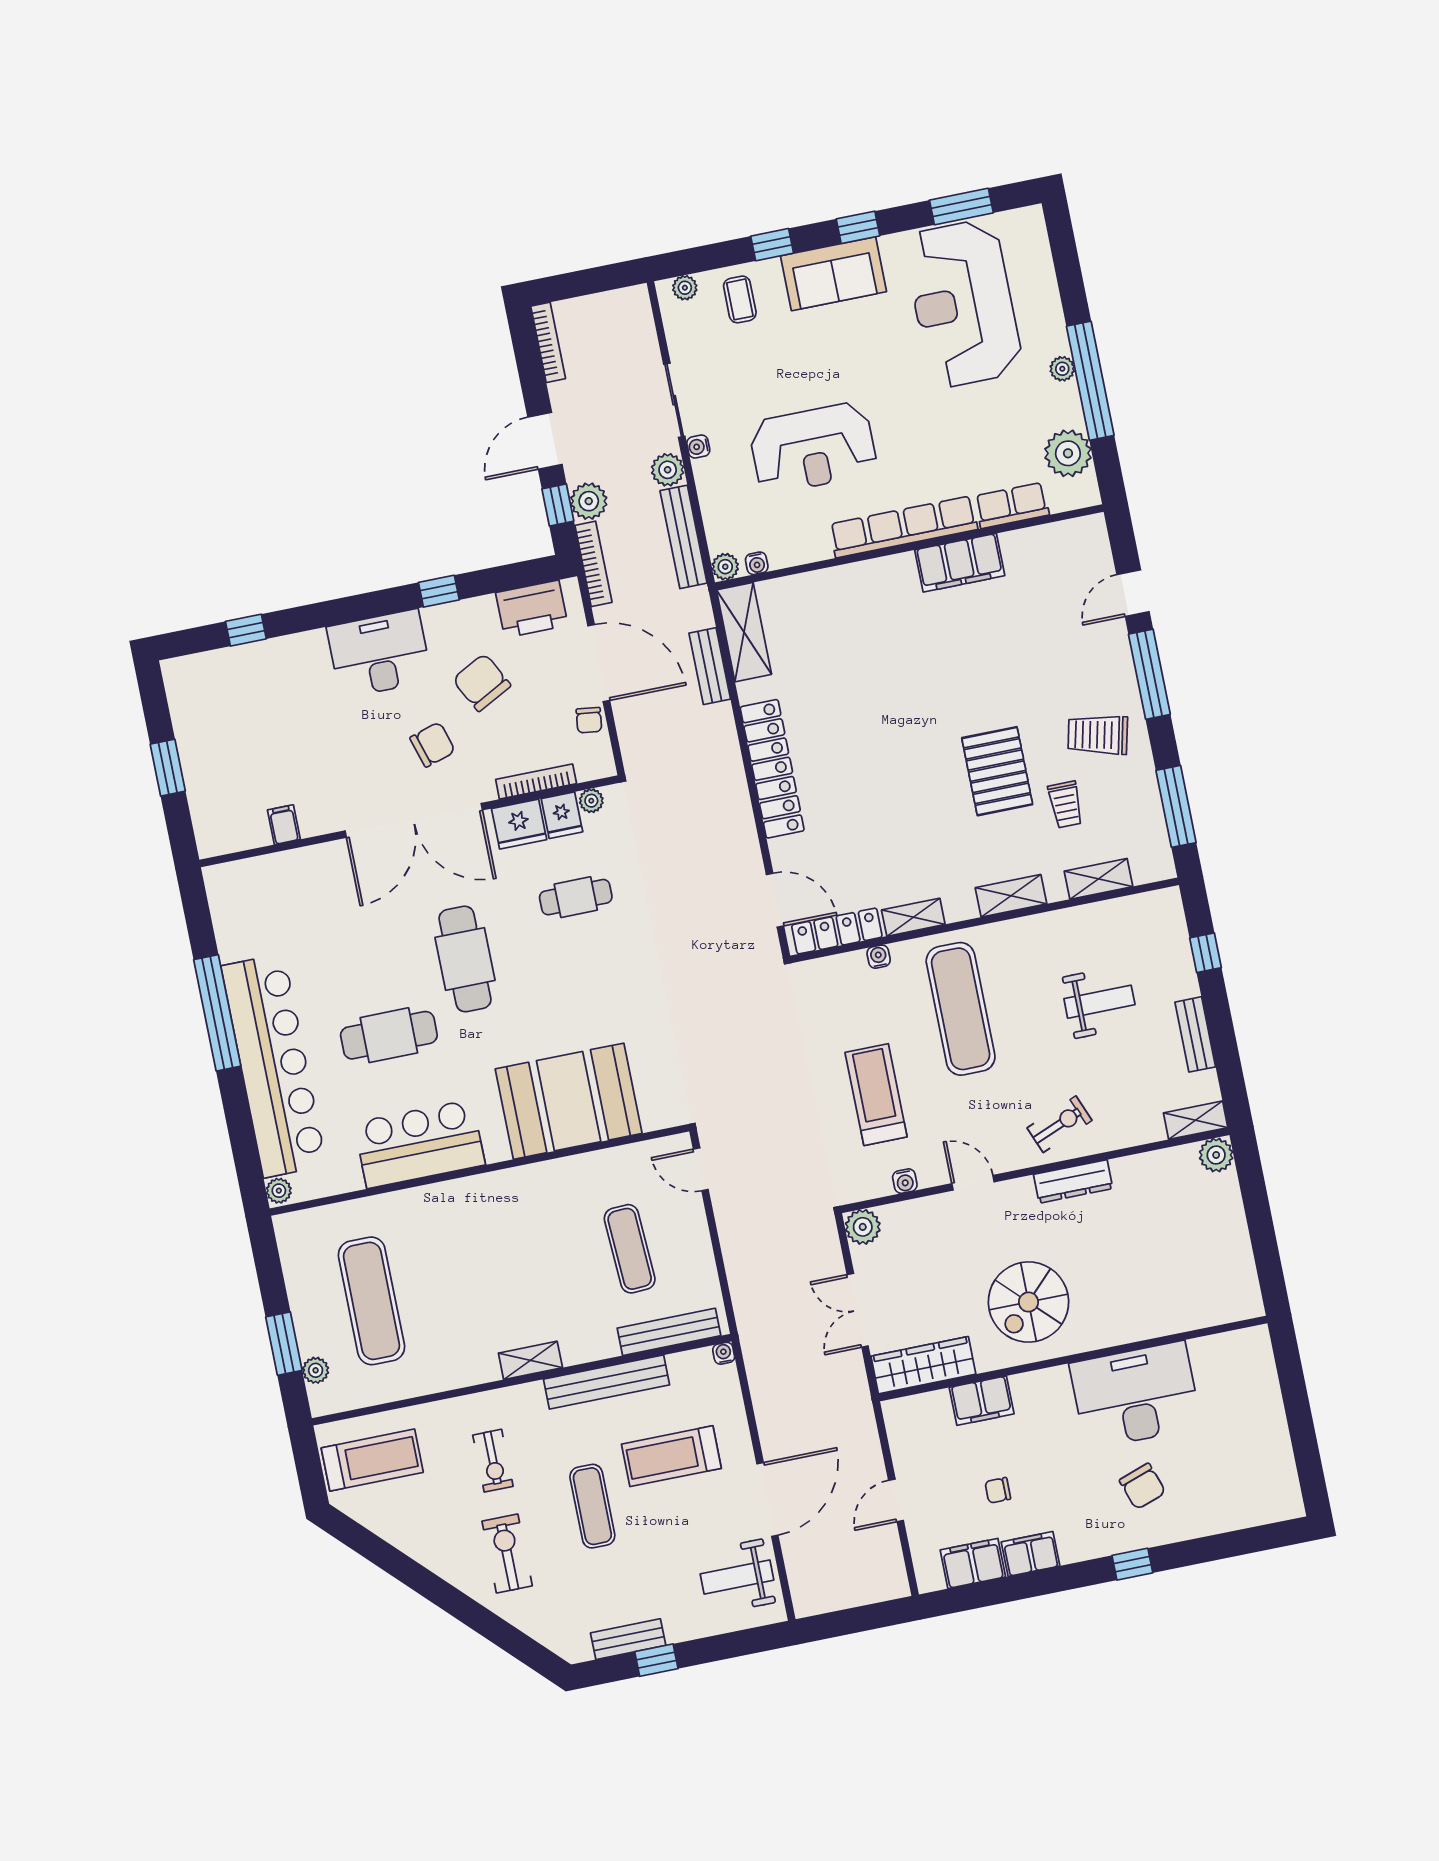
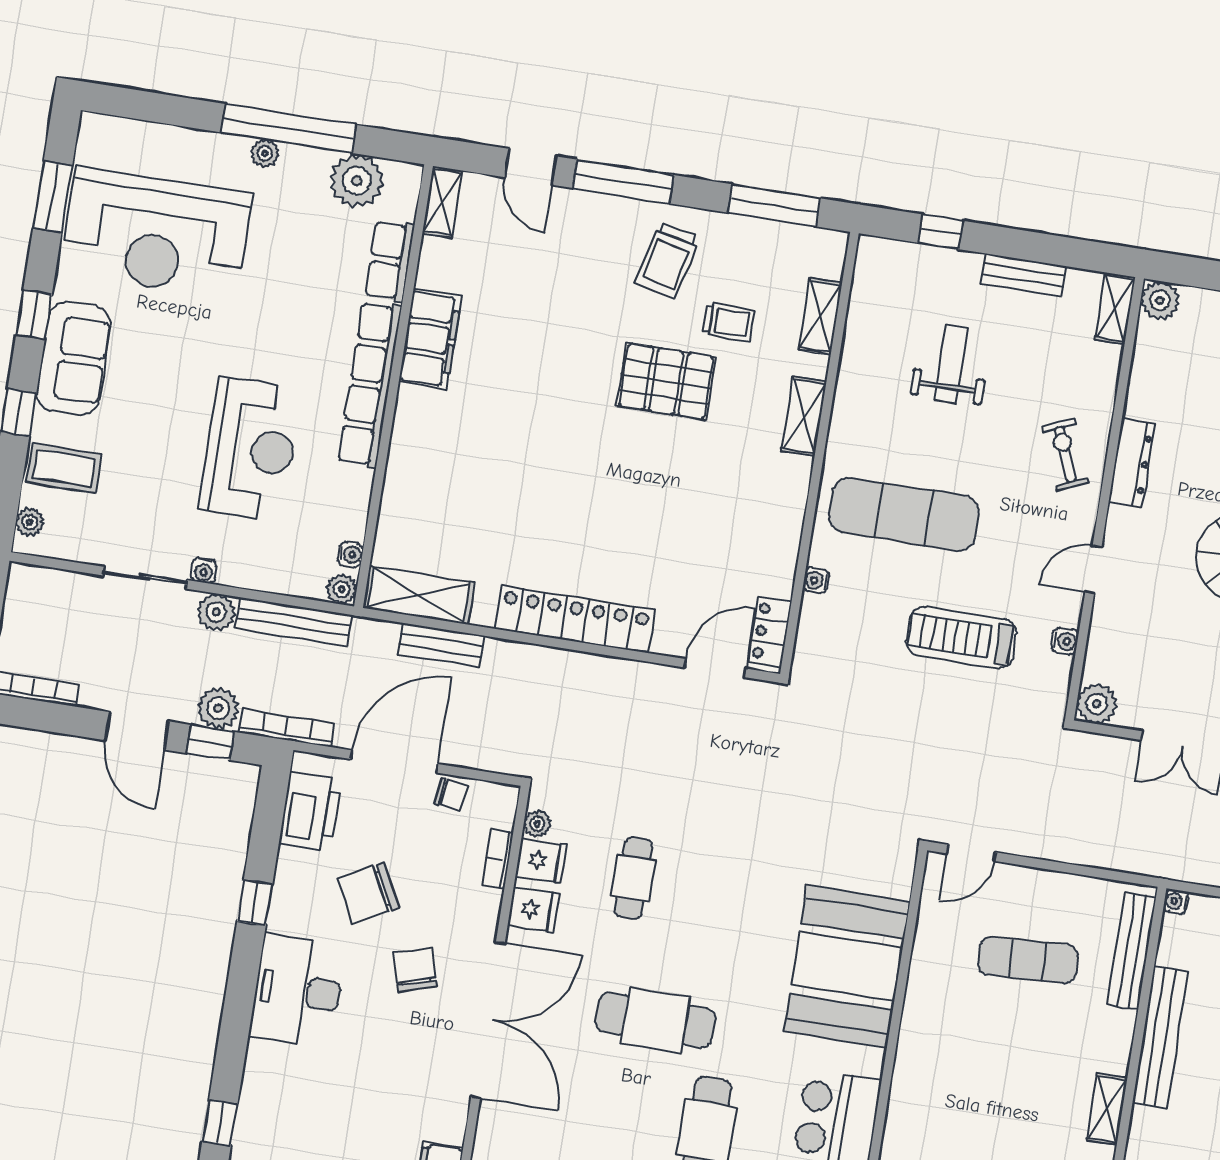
coffee table: (740, 299) -> (64, 468), width x1.36, depth x1.30
bookcase: (536, 782) -> (498, 859), width x0.64
fridge: (519, 824) -> (534, 910), width x0.72
shelving: (913, 917) -> (442, 202), moved
locker: (837, 931) -> (770, 632), width x0.66

